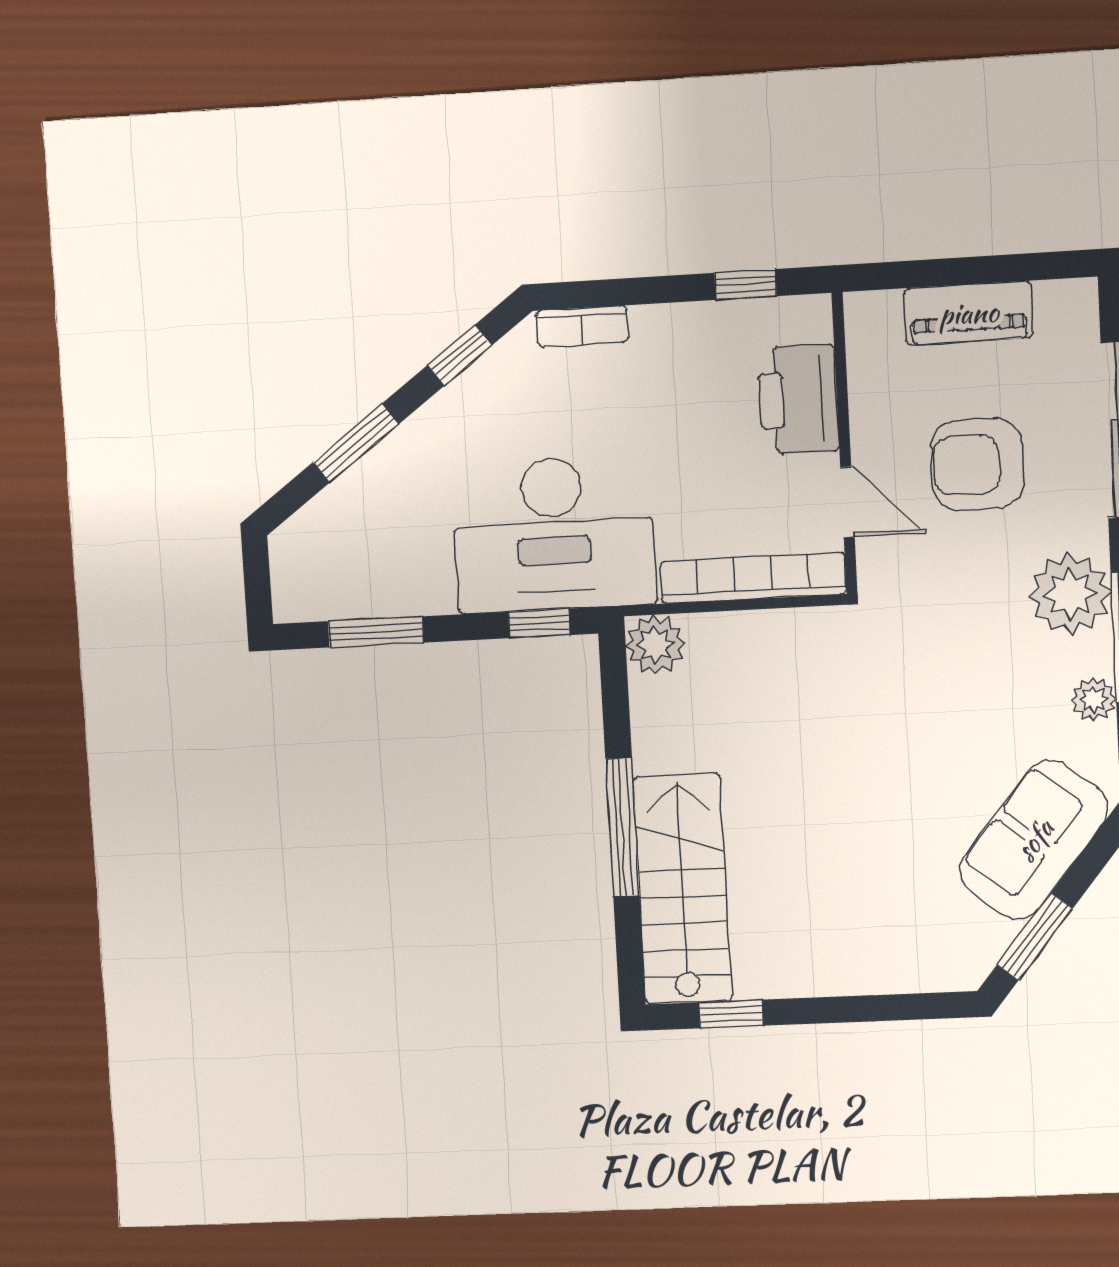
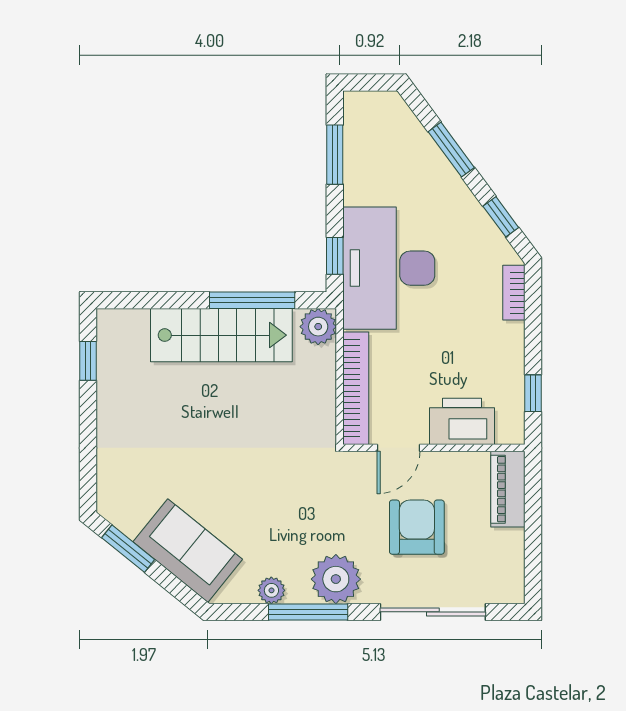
piano: (969, 313) -> (508, 489), moved
window: (623, 827) -> (252, 300), moved
stairs: (682, 889) -> (221, 335), moved

